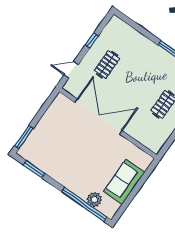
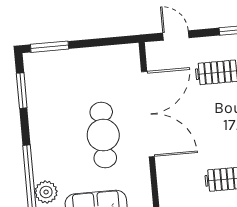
cafe table: (90, 147) -> (103, 135), added

